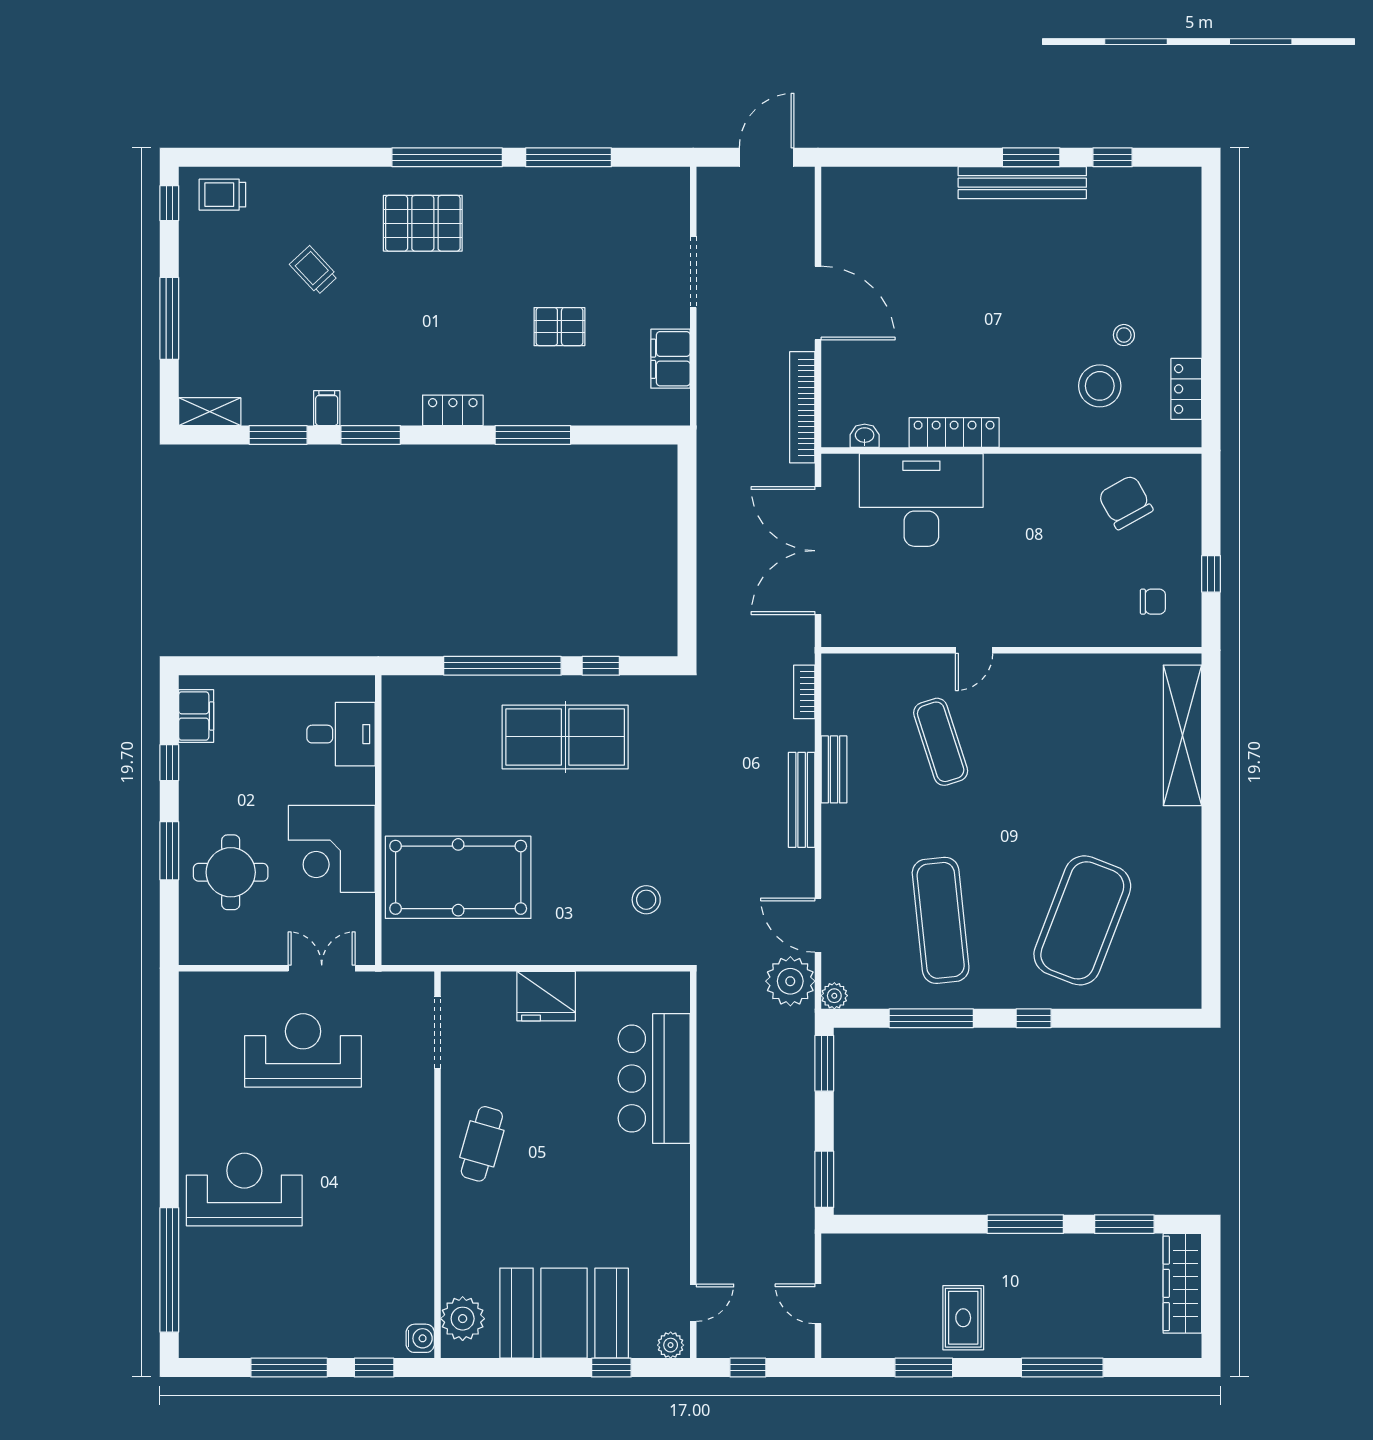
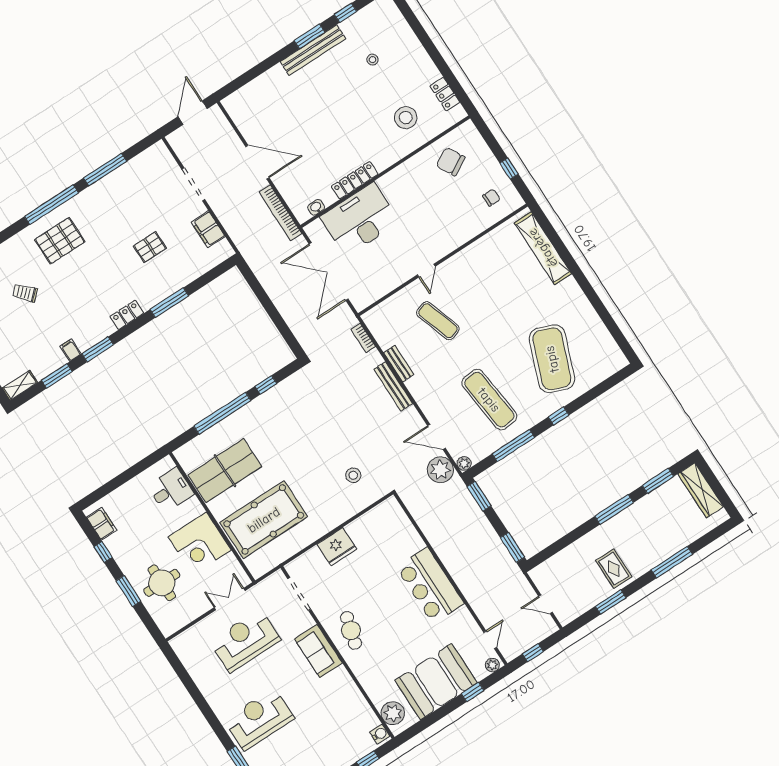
stool: (1124, 335) -> (372, 60), moved
table tennis table: (565, 737) -> (225, 471), moved
bar counter: (654, 1079) -> (430, 585), moved
sofa: (409, 1143) -> (318, 651), added

